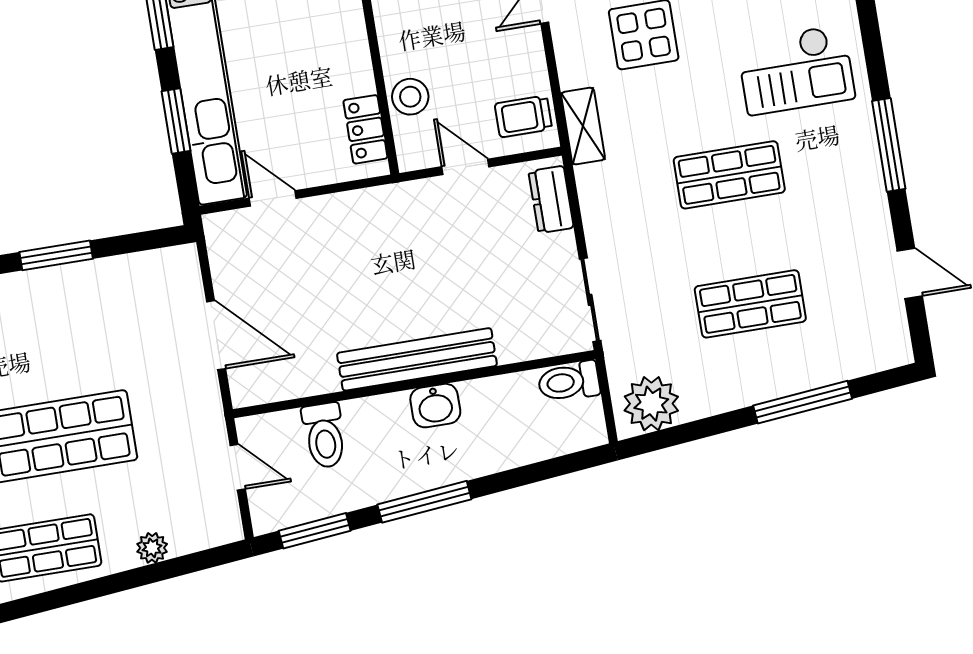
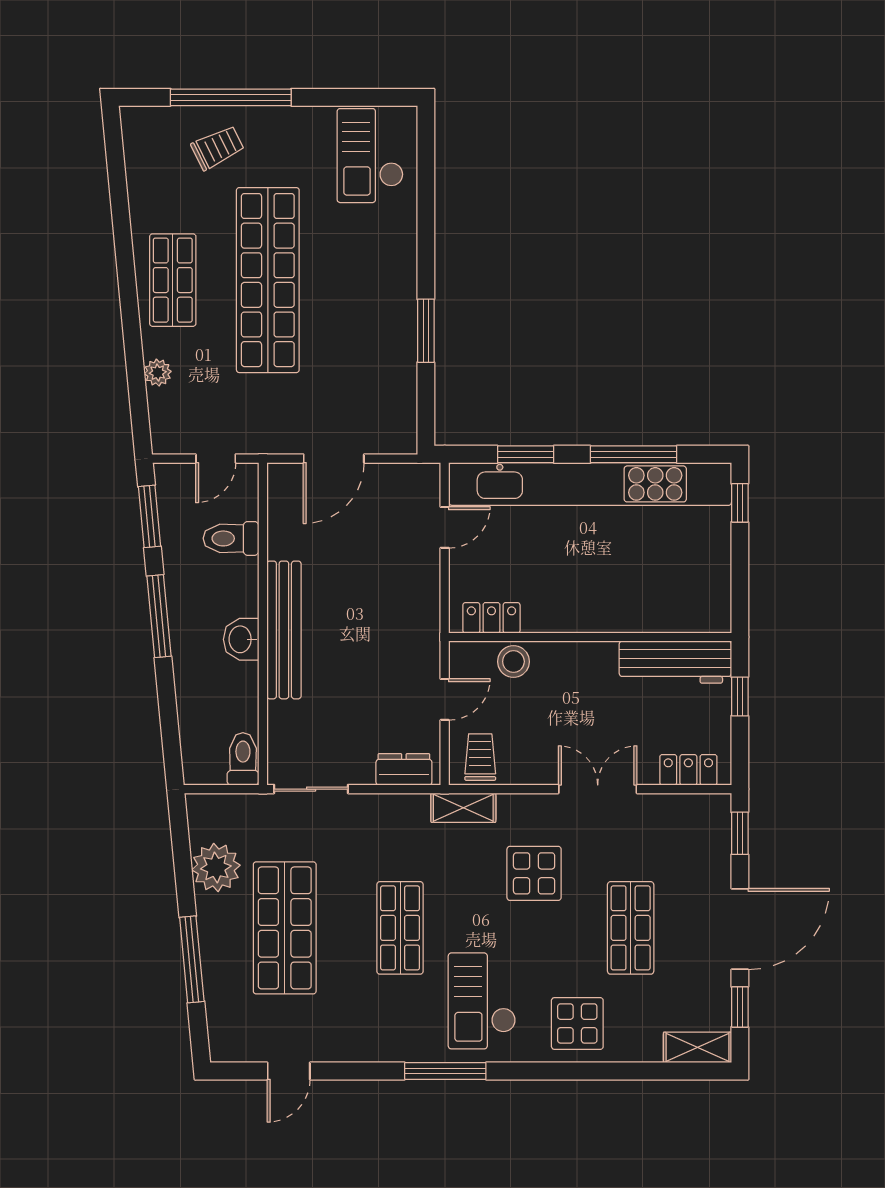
window: (889, 145) -> (445, 1071), moved
shop shelf: (750, 304) -> (285, 928), width x1.43, depth x1.36
plant: (651, 404) -> (216, 867), moved

